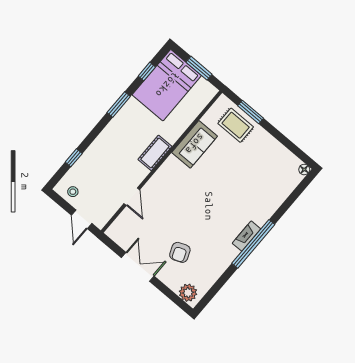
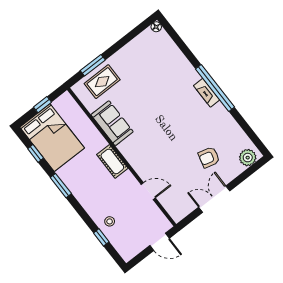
window: (199, 68) -> (43, 105), width x0.67
stool: (73, 192) -> (110, 221), moved
armchair: (180, 252) -> (209, 157), turned 126

